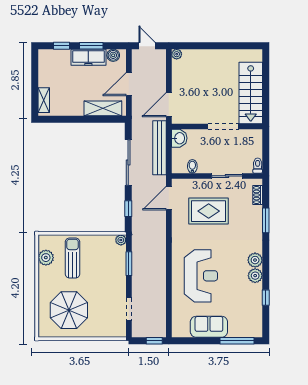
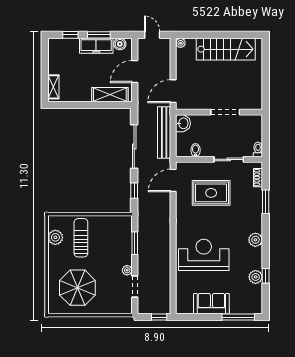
stairs: (251, 93) -> (226, 49), moved, turned -90
plant: (121, 240) -> (127, 270), moved
reception desk: (201, 276) -> (204, 255), turned -90
plant: (255, 276) -> (256, 277), moved

